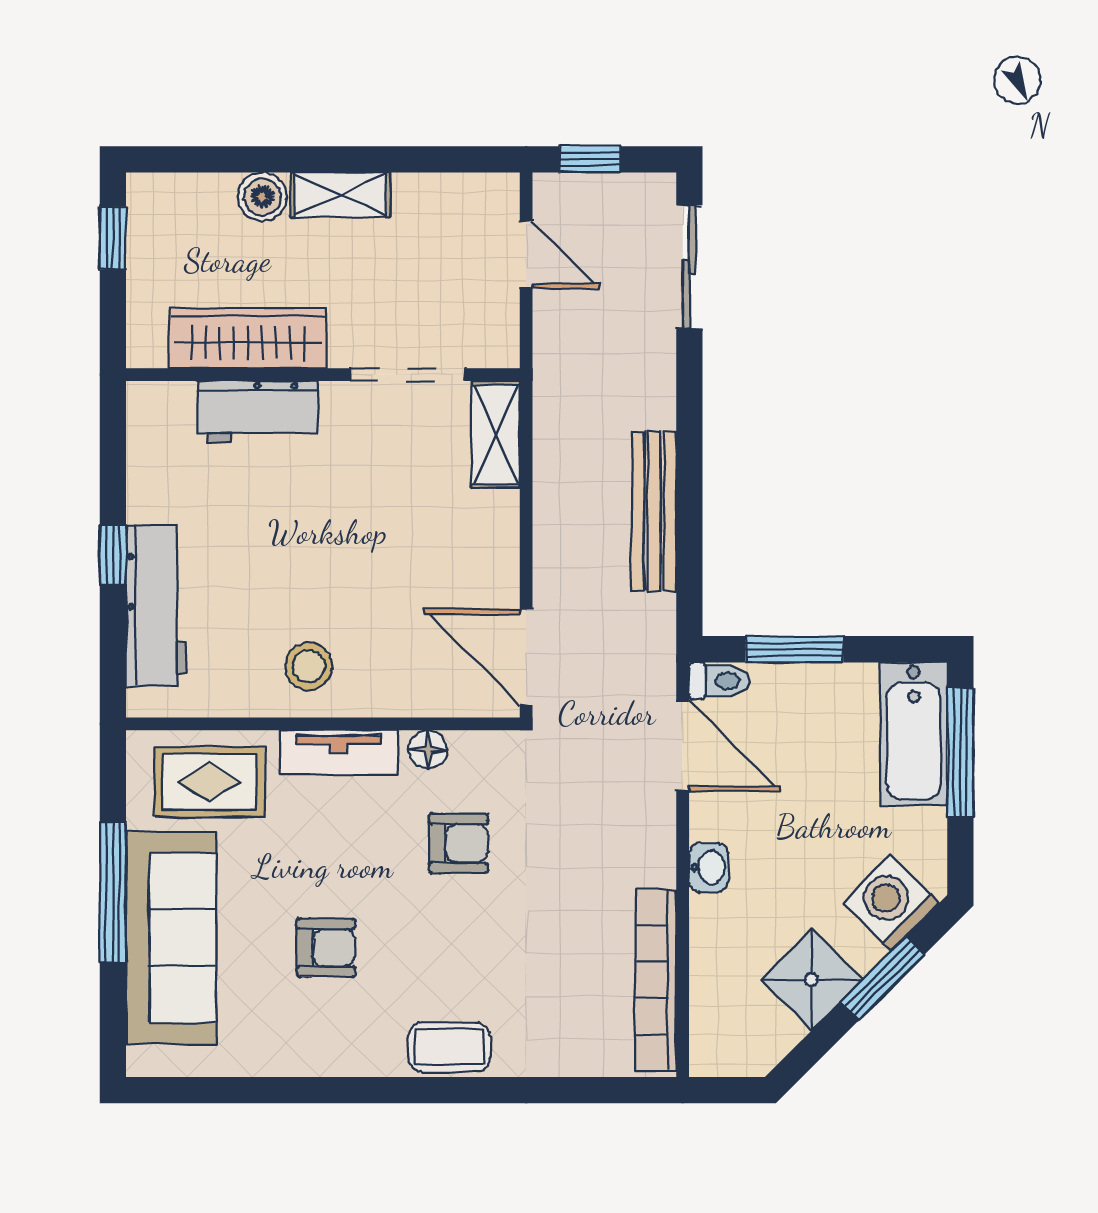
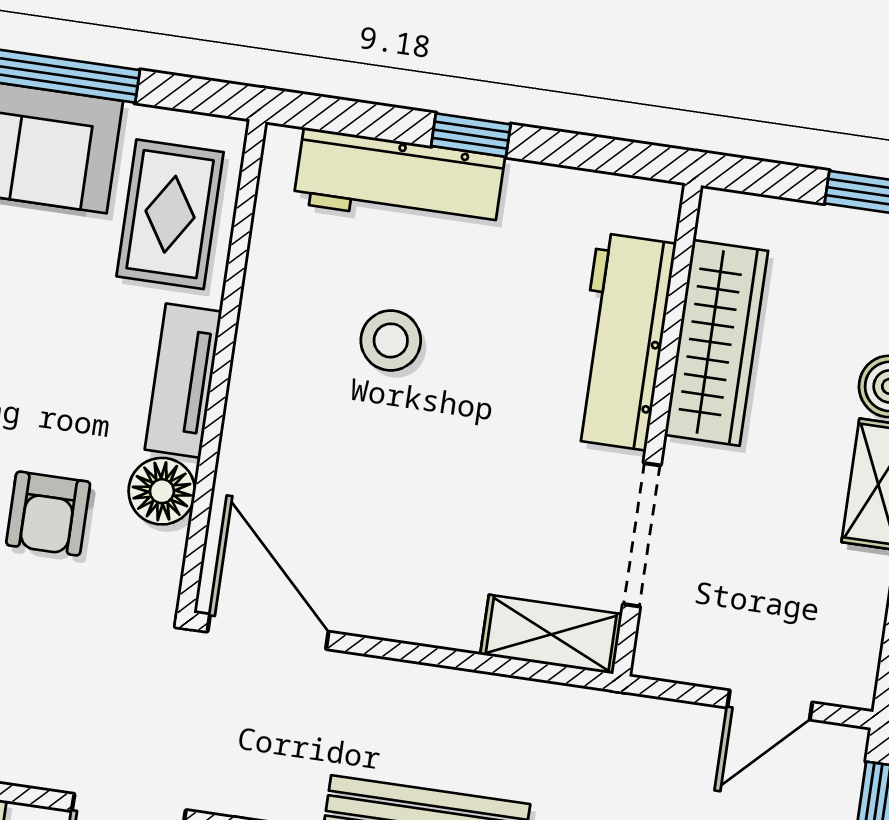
workbench: (258, 412) -> (622, 341), width x1.38
door: (526, 657) -> (268, 632), hinge flipped
stool: (309, 666) -> (391, 340), moved
floor lamp: (428, 749) -> (162, 491), width x1.37, depth x1.37

